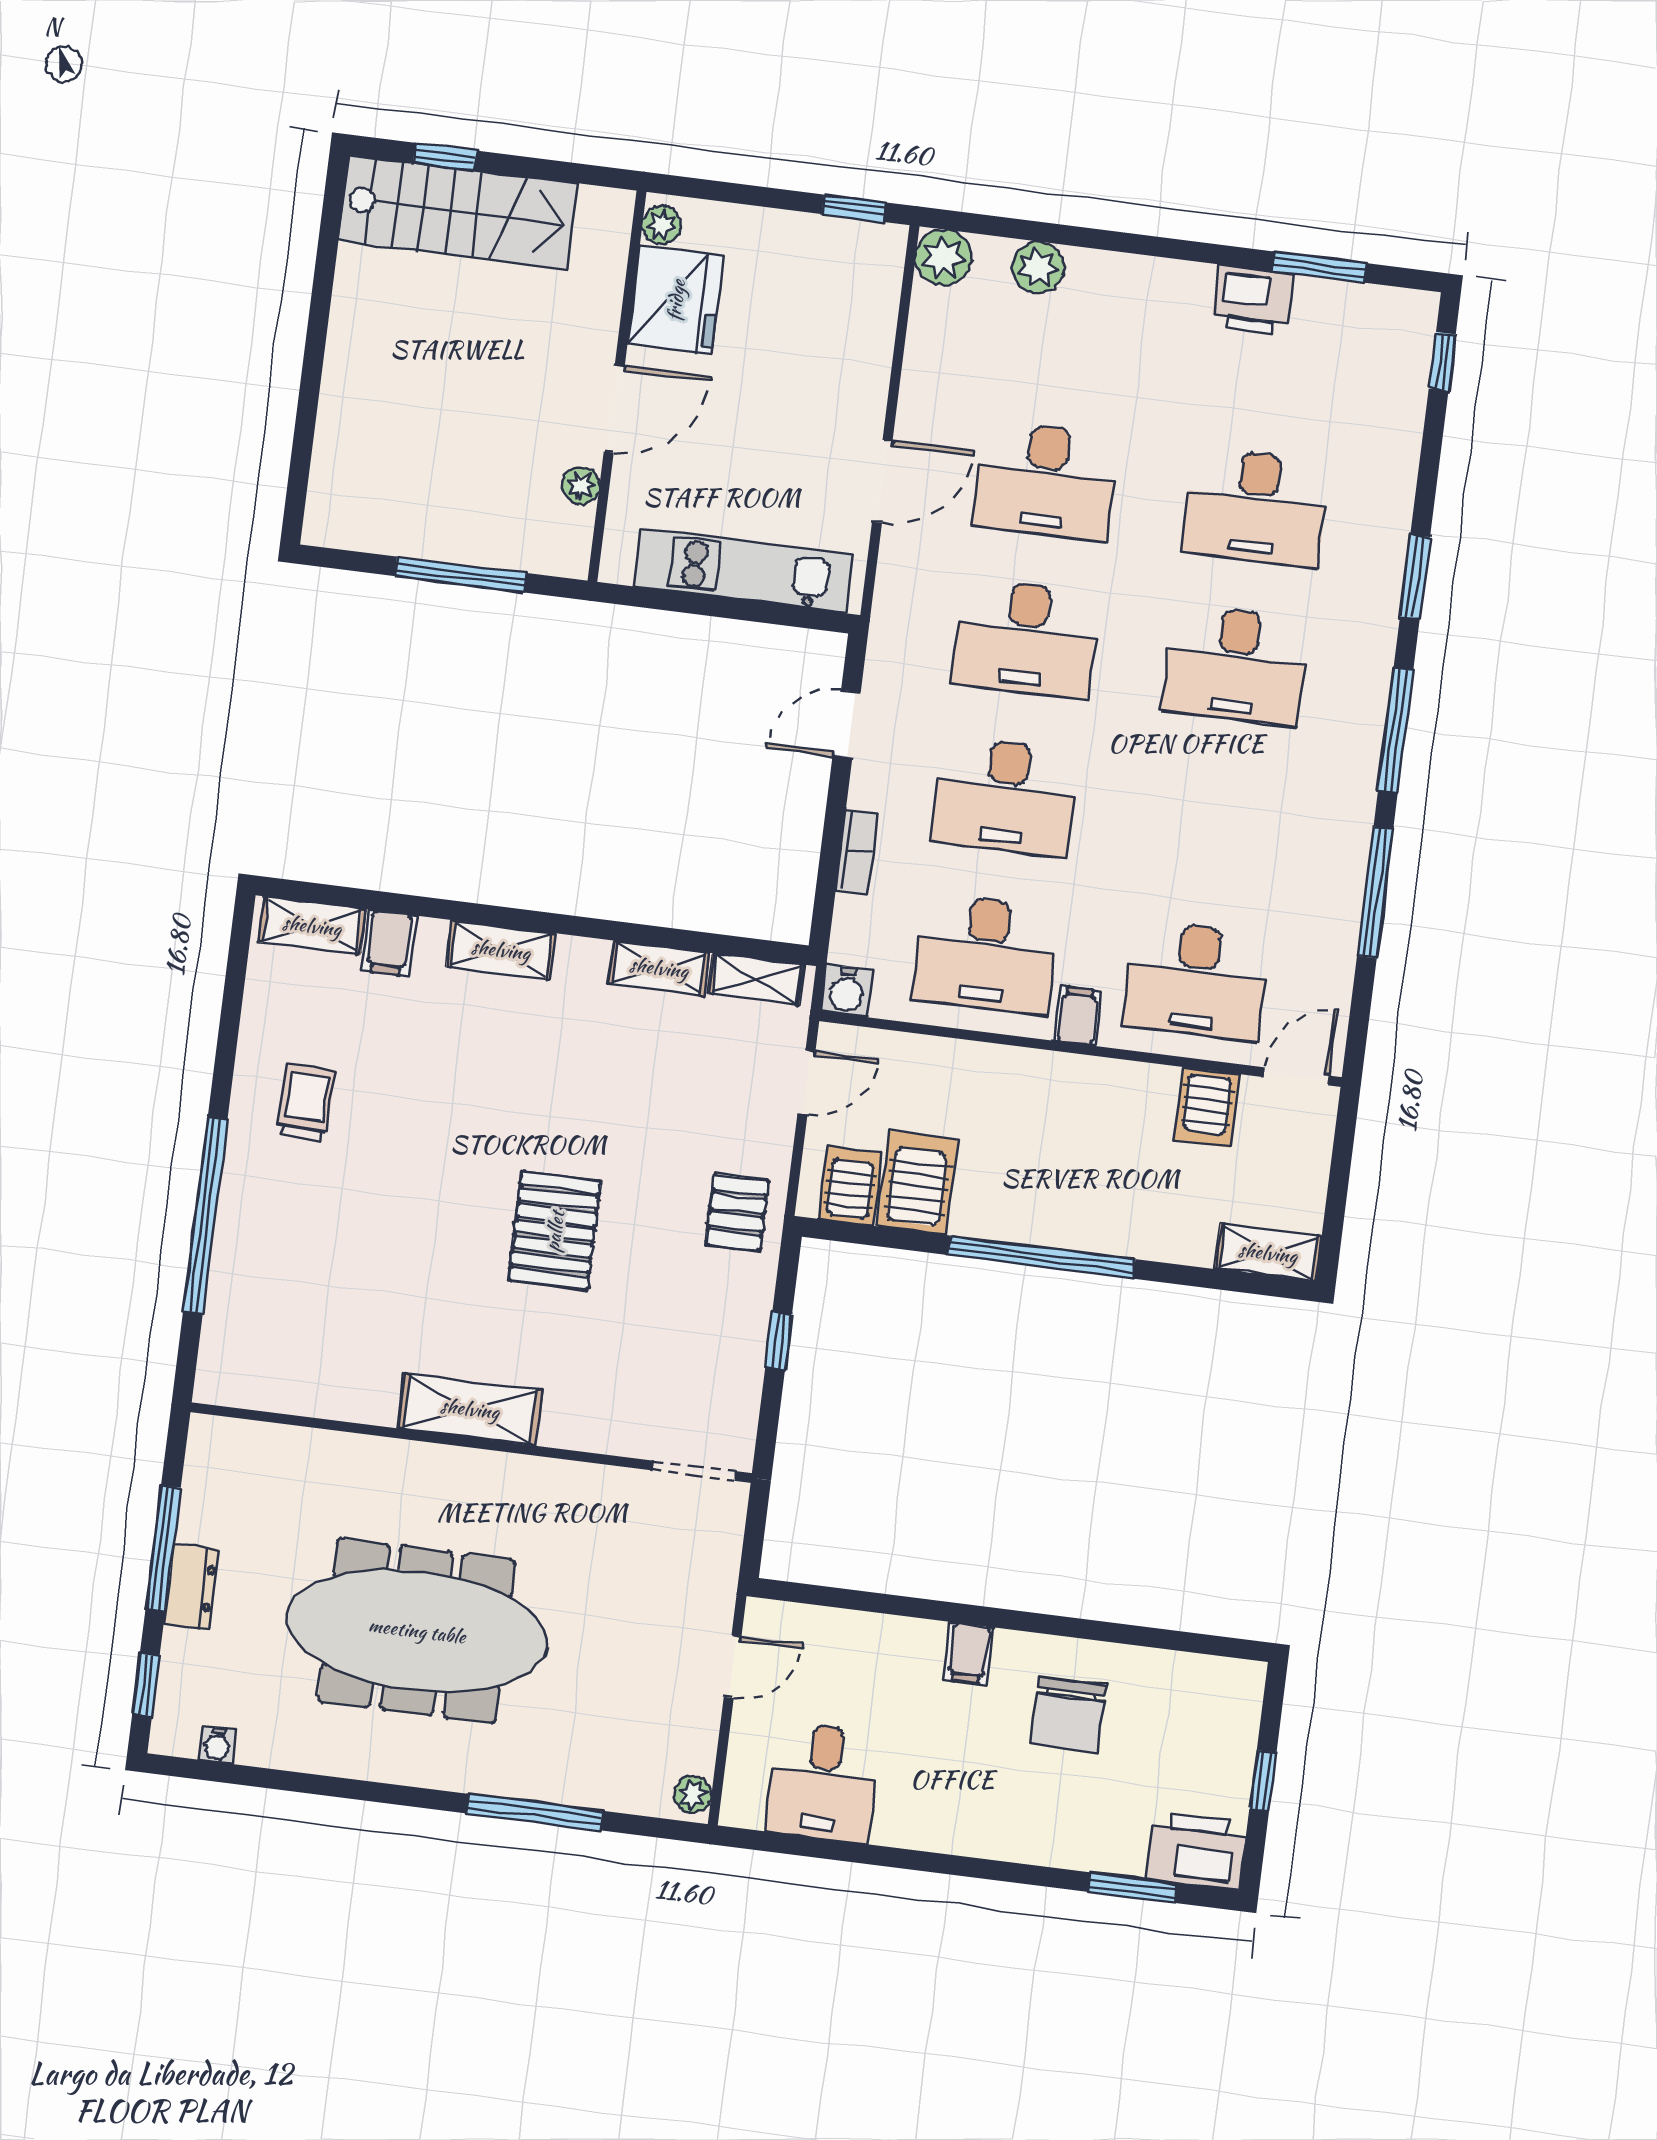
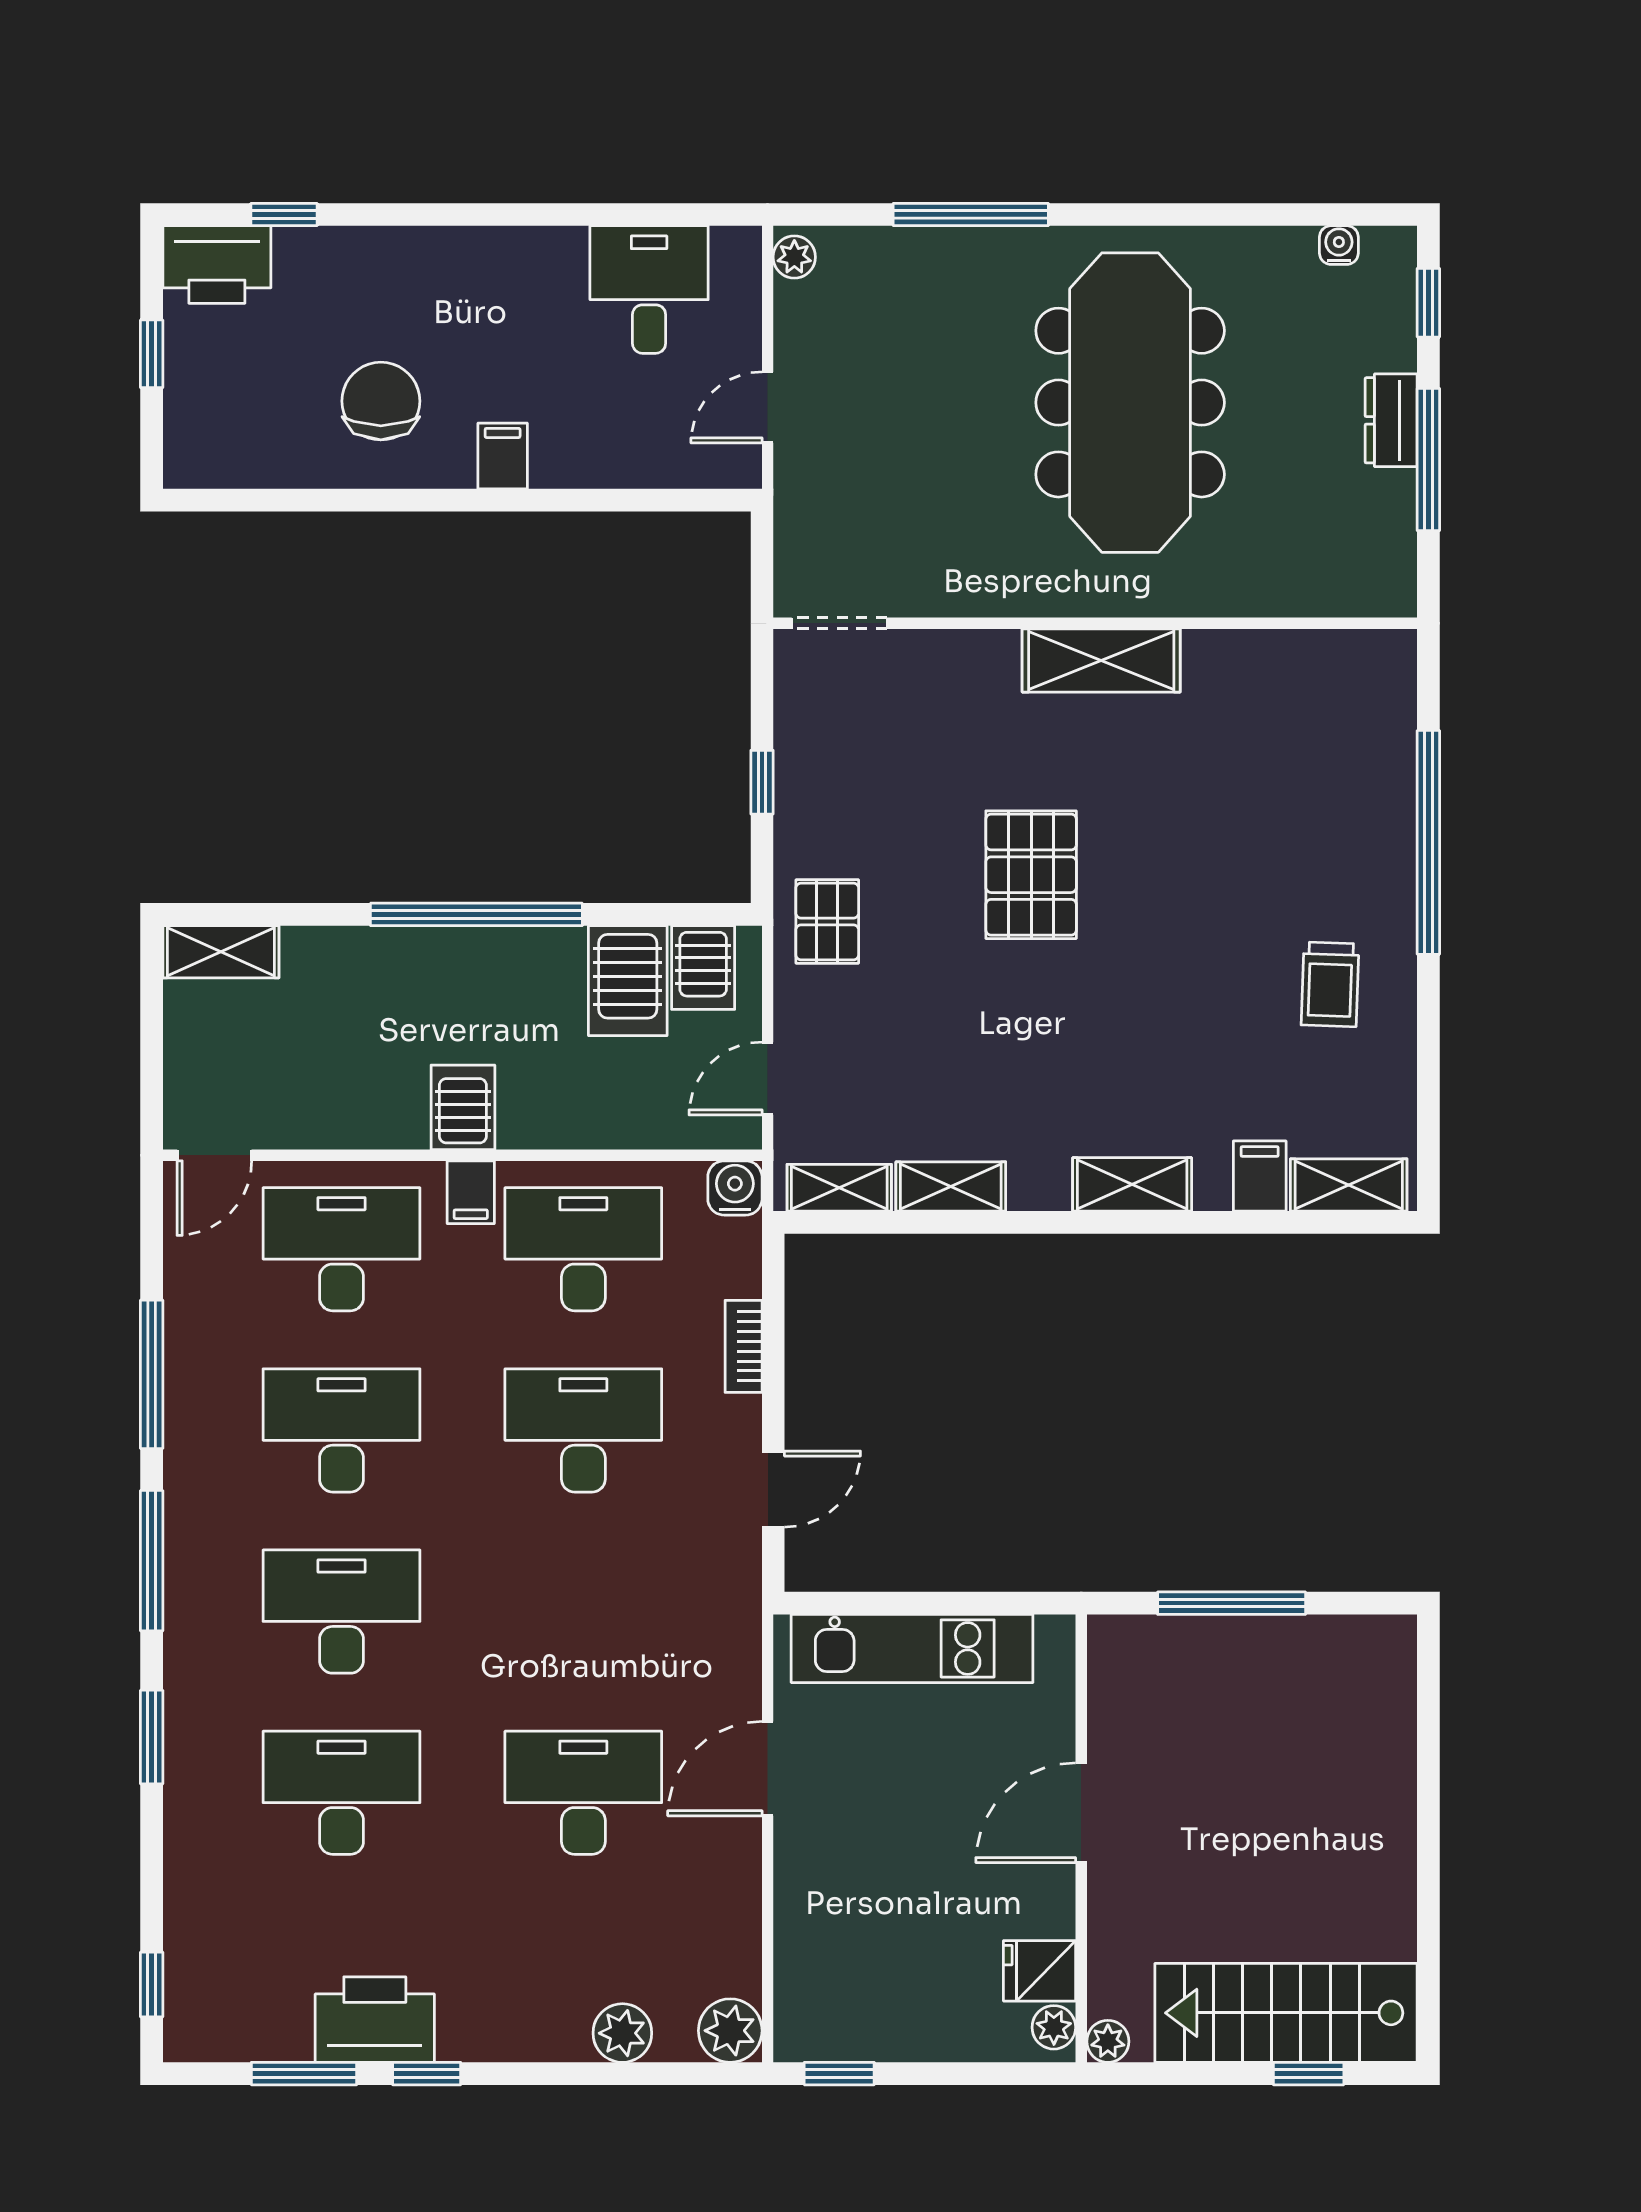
window: (1213, 254) -> (427, 2074), added
fridge: (676, 300) -> (1040, 1971), width x0.53, depth x0.75
printer: (1253, 300) -> (375, 2020), width x1.37, depth x1.19
plant: (581, 486) -> (1108, 2041), moved
desk: (1025, 638) -> (342, 1430), moved
server rack: (1207, 1107) -> (463, 1107), moved
meeting table: (417, 1631) -> (1130, 403), turned 90
window: (1132, 1888) -> (284, 214), width x0.67

